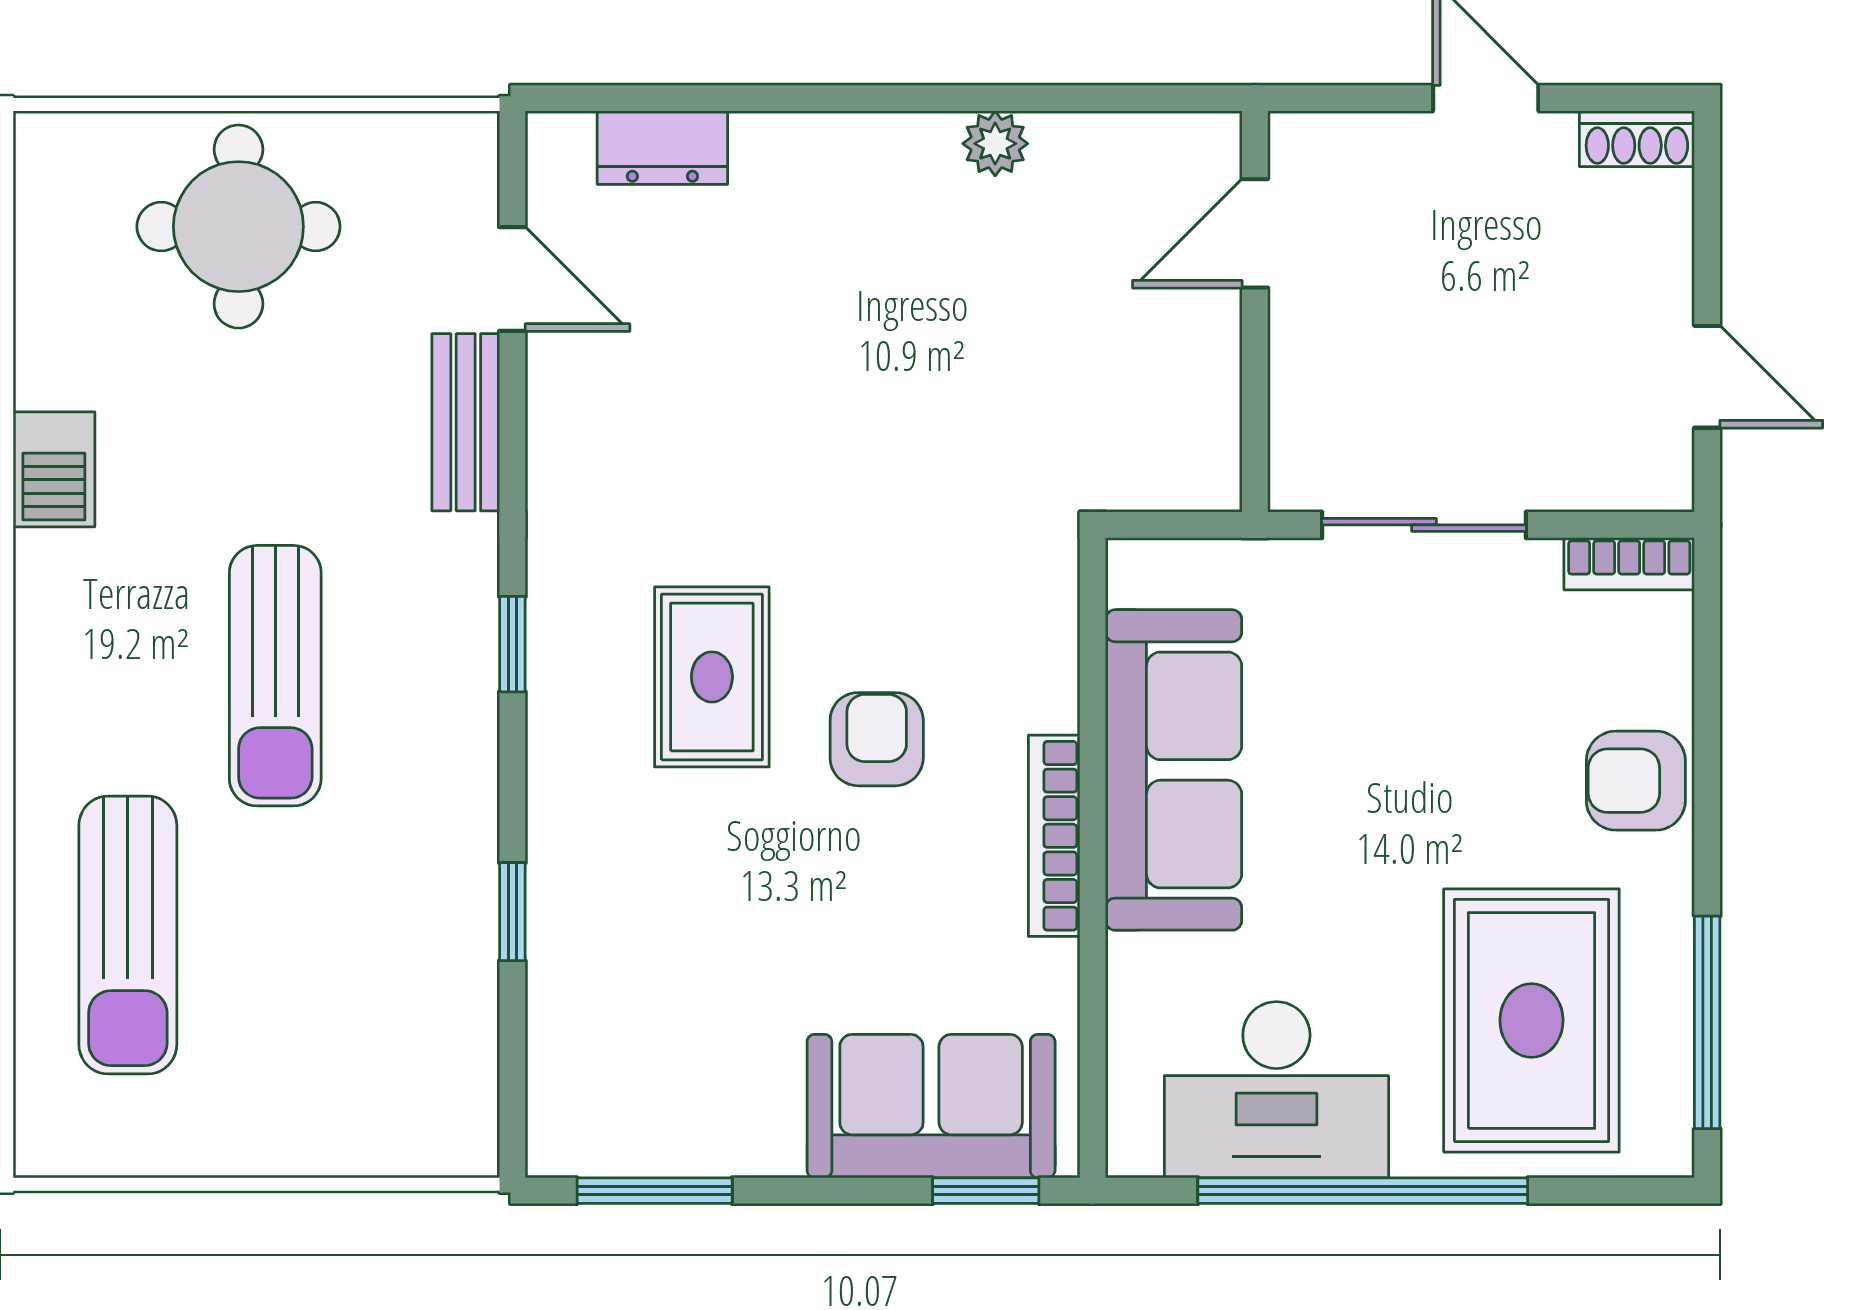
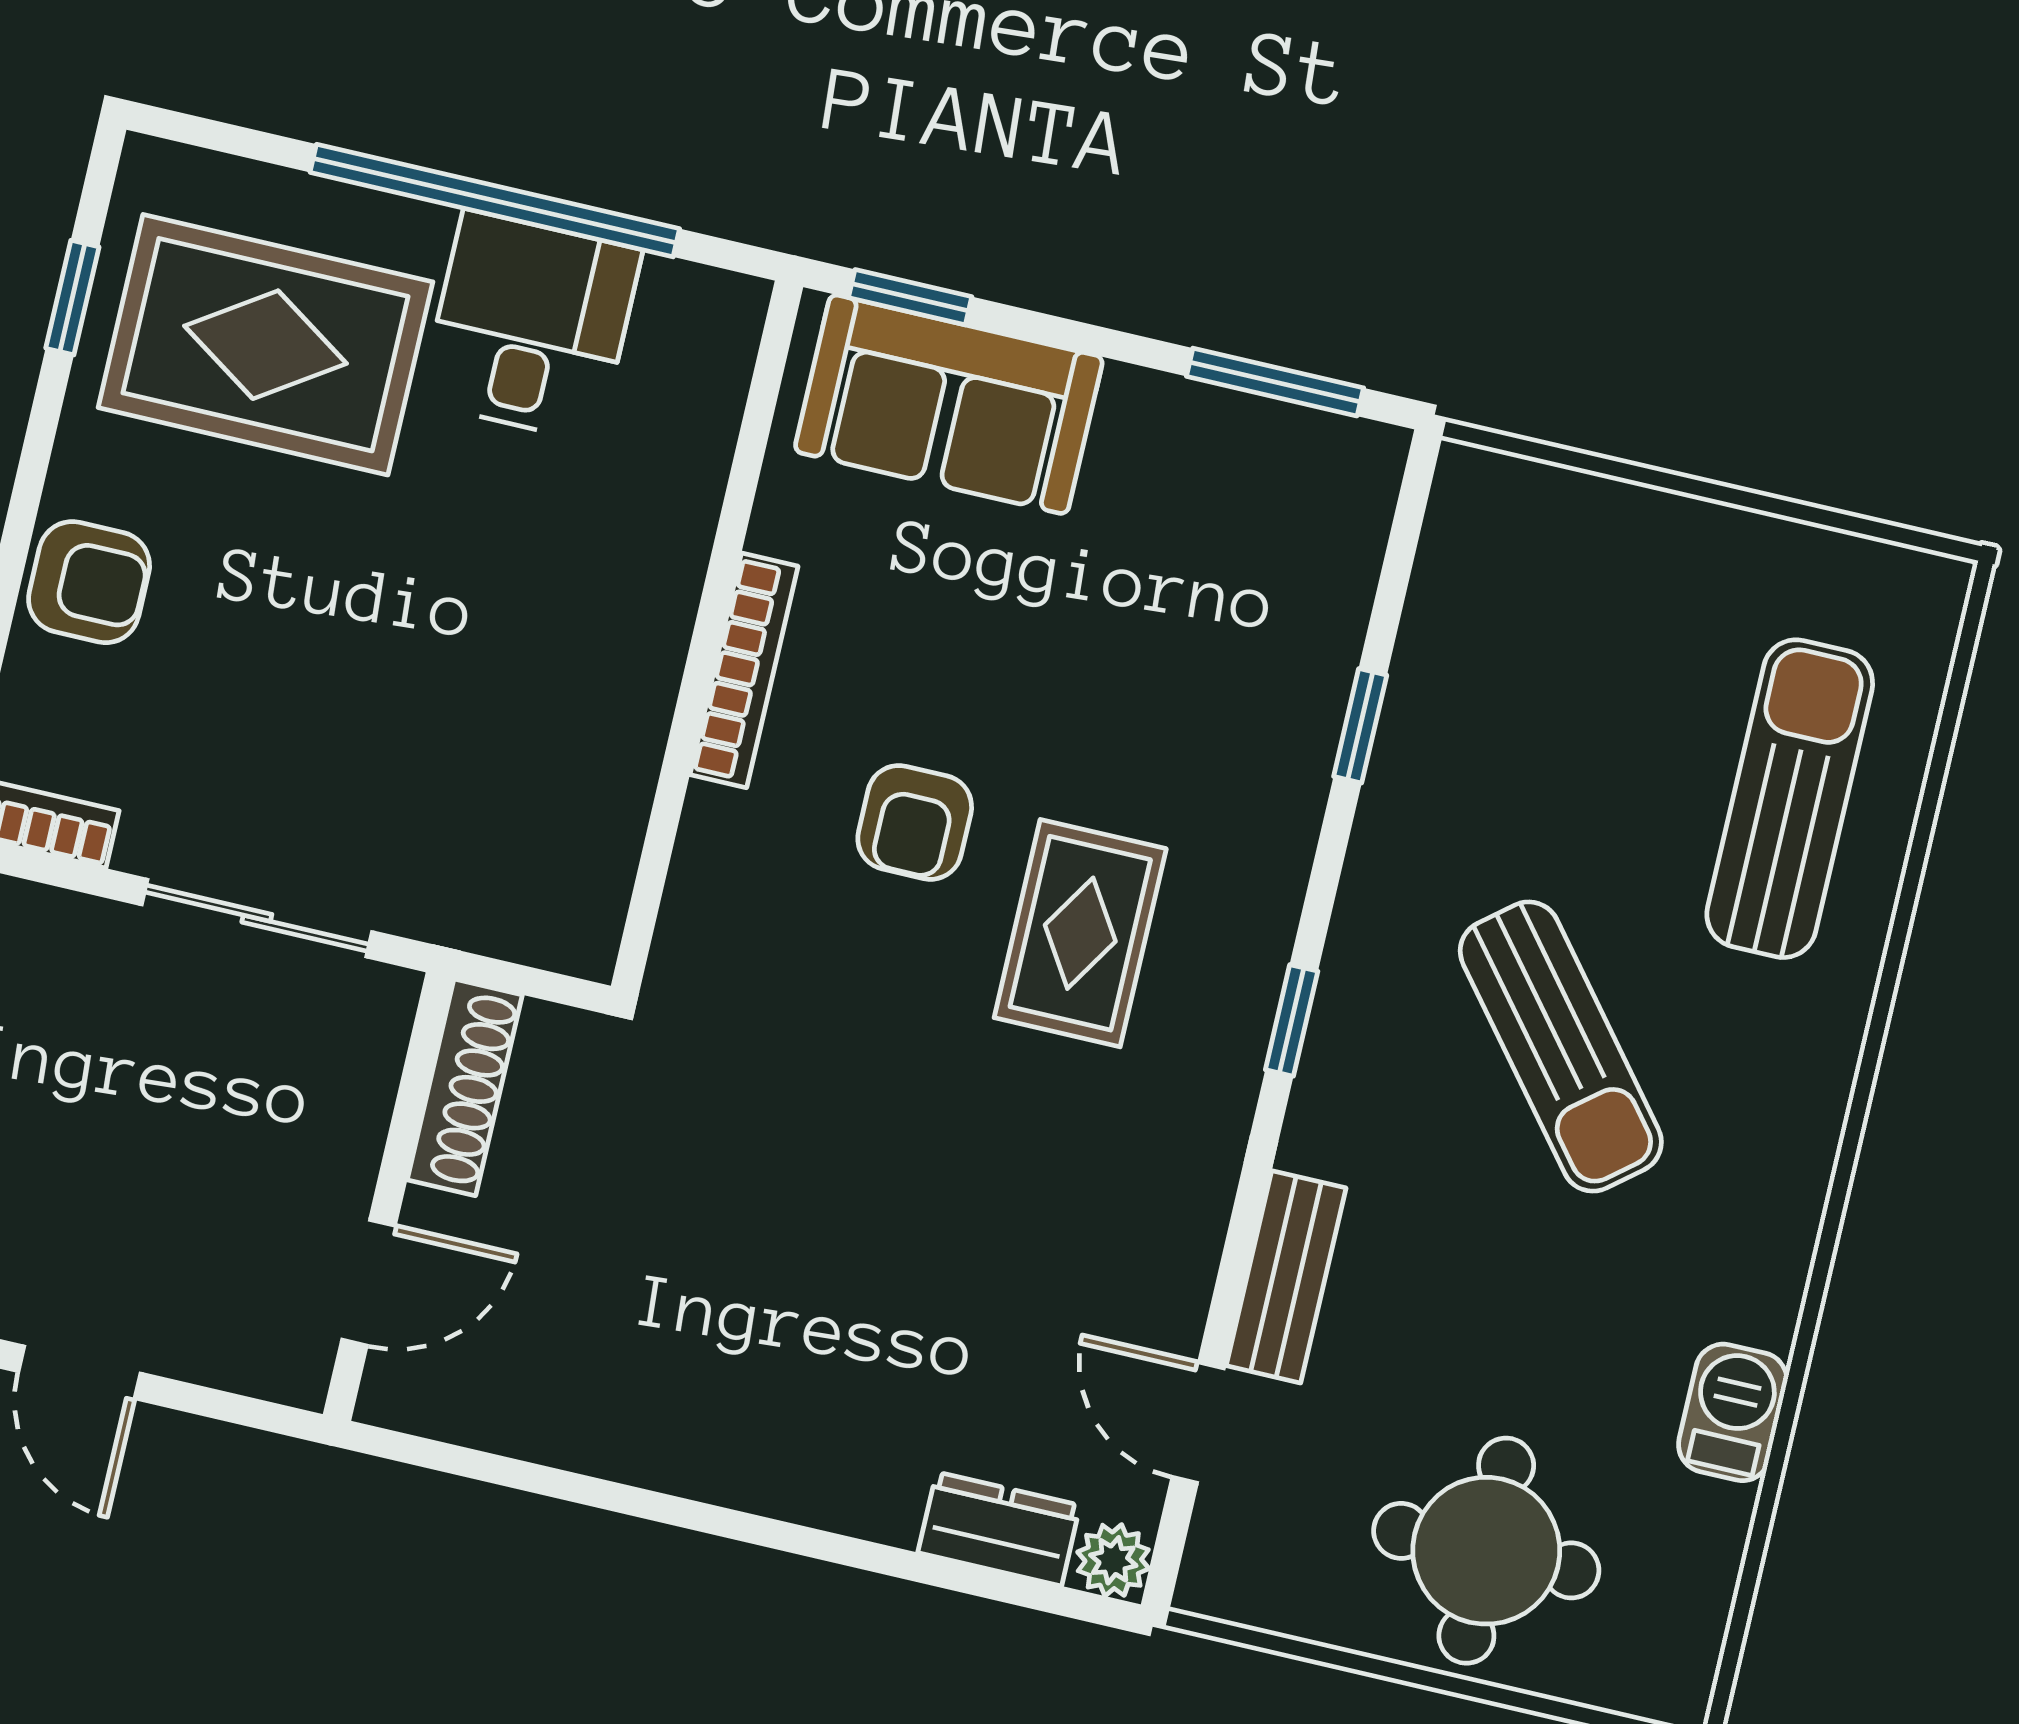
plant: (995, 144) -> (1113, 1560), moved
shoe rack: (1211, 421) -> (465, 1087), added
barbecue: (54, 469) -> (1733, 1412), moved
sun lounger: (275, 676) -> (1561, 1047), turned 141
sofa: (1174, 770) -> (595, 712), removed
rug: (1531, 1020) -> (265, 345), turned 90
window: (1707, 1022) -> (72, 298), width x0.46
desk: (1276, 1090) -> (531, 326), width x0.73

